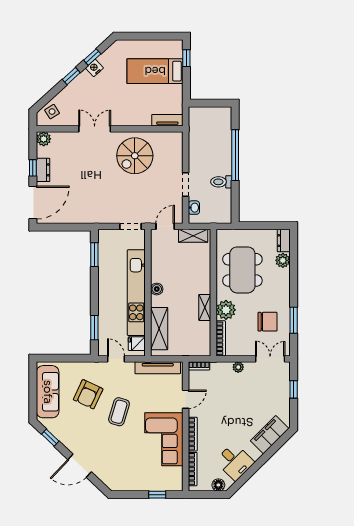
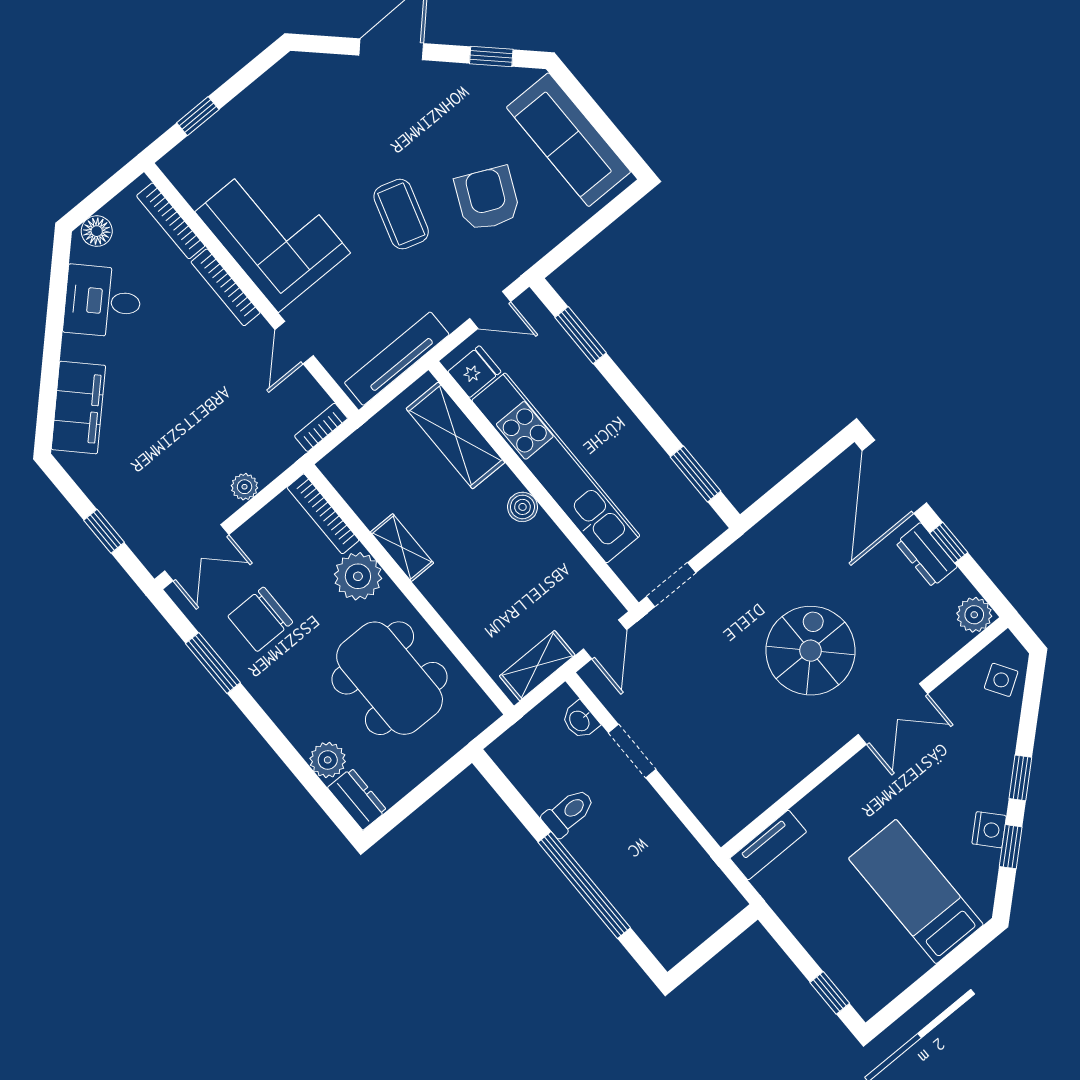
bed: (155, 71) -> (916, 892), moved, turned -90
spiral stairs: (135, 156) -> (811, 651), moved

